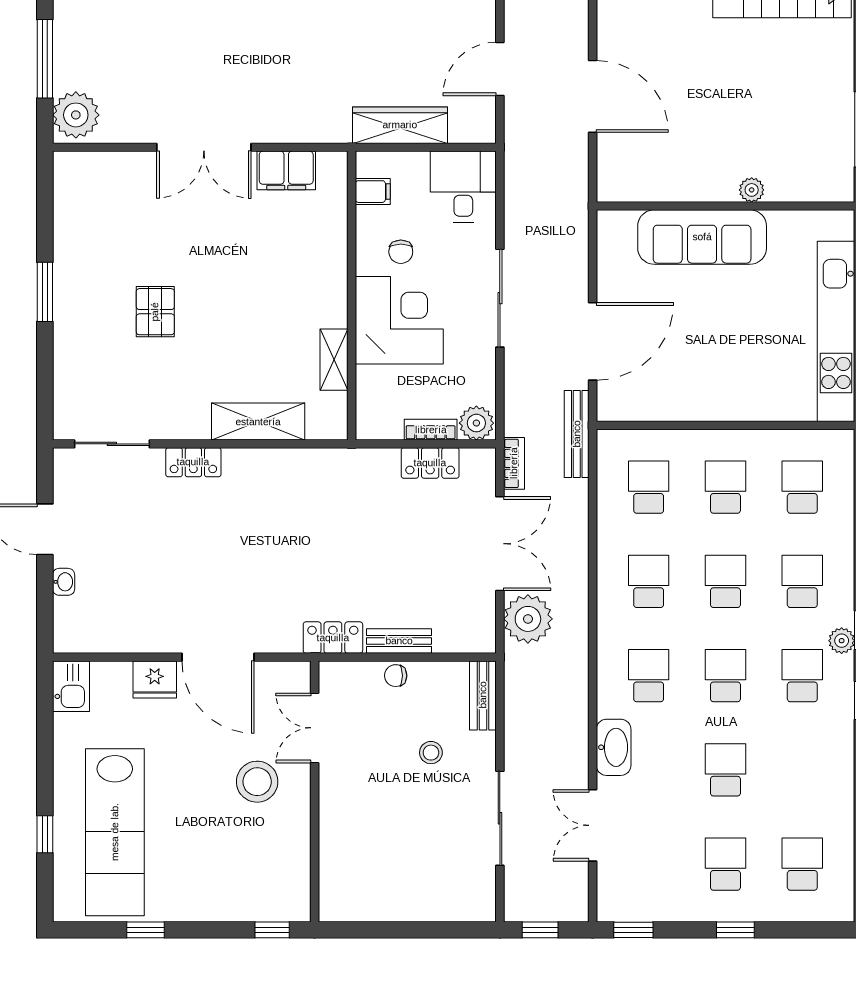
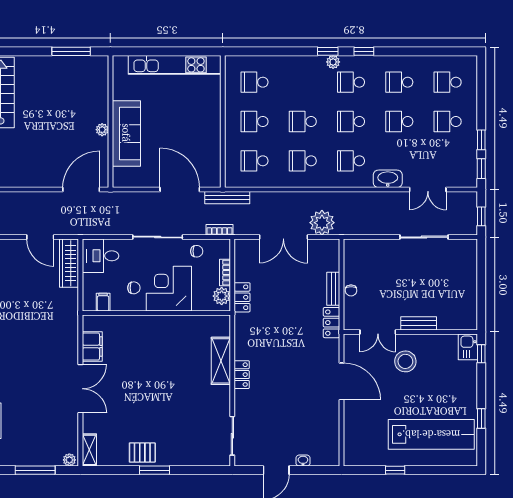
door: (593, 96) -> (81, 190), moved
plant: (76, 115) -> (69, 460), width x0.53, depth x0.53
wardrobe: (400, 125) -> (69, 263), moved
plant: (752, 190) -> (102, 130), moved
pallet: (155, 312) -> (142, 453), moved
shelving: (334, 360) -> (89, 450), moved, turned 90
chair: (472, 374) -> (197, 251), added
plant: (476, 423) -> (222, 296), moved
locker: (193, 462) -> (242, 375), moved
locker: (430, 463) -> (242, 297), moved
bookcase: (514, 463) -> (219, 230), moved
double door: (500, 544) -> (283, 237), swing flipped
school desk: (802, 581) -> (399, 82), moved
door: (218, 657) -> (342, 381), hinge flipped
fridge: (155, 679) -> (353, 414), removed
kitchen sink: (71, 686) -> (468, 347), moved, turned -90
bench: (483, 695) -> (419, 323), moved
stool: (431, 753) -> (390, 272), removed
window: (45, 834) -> (395, 470), moved
window: (735, 930) -> (481, 140), moved

